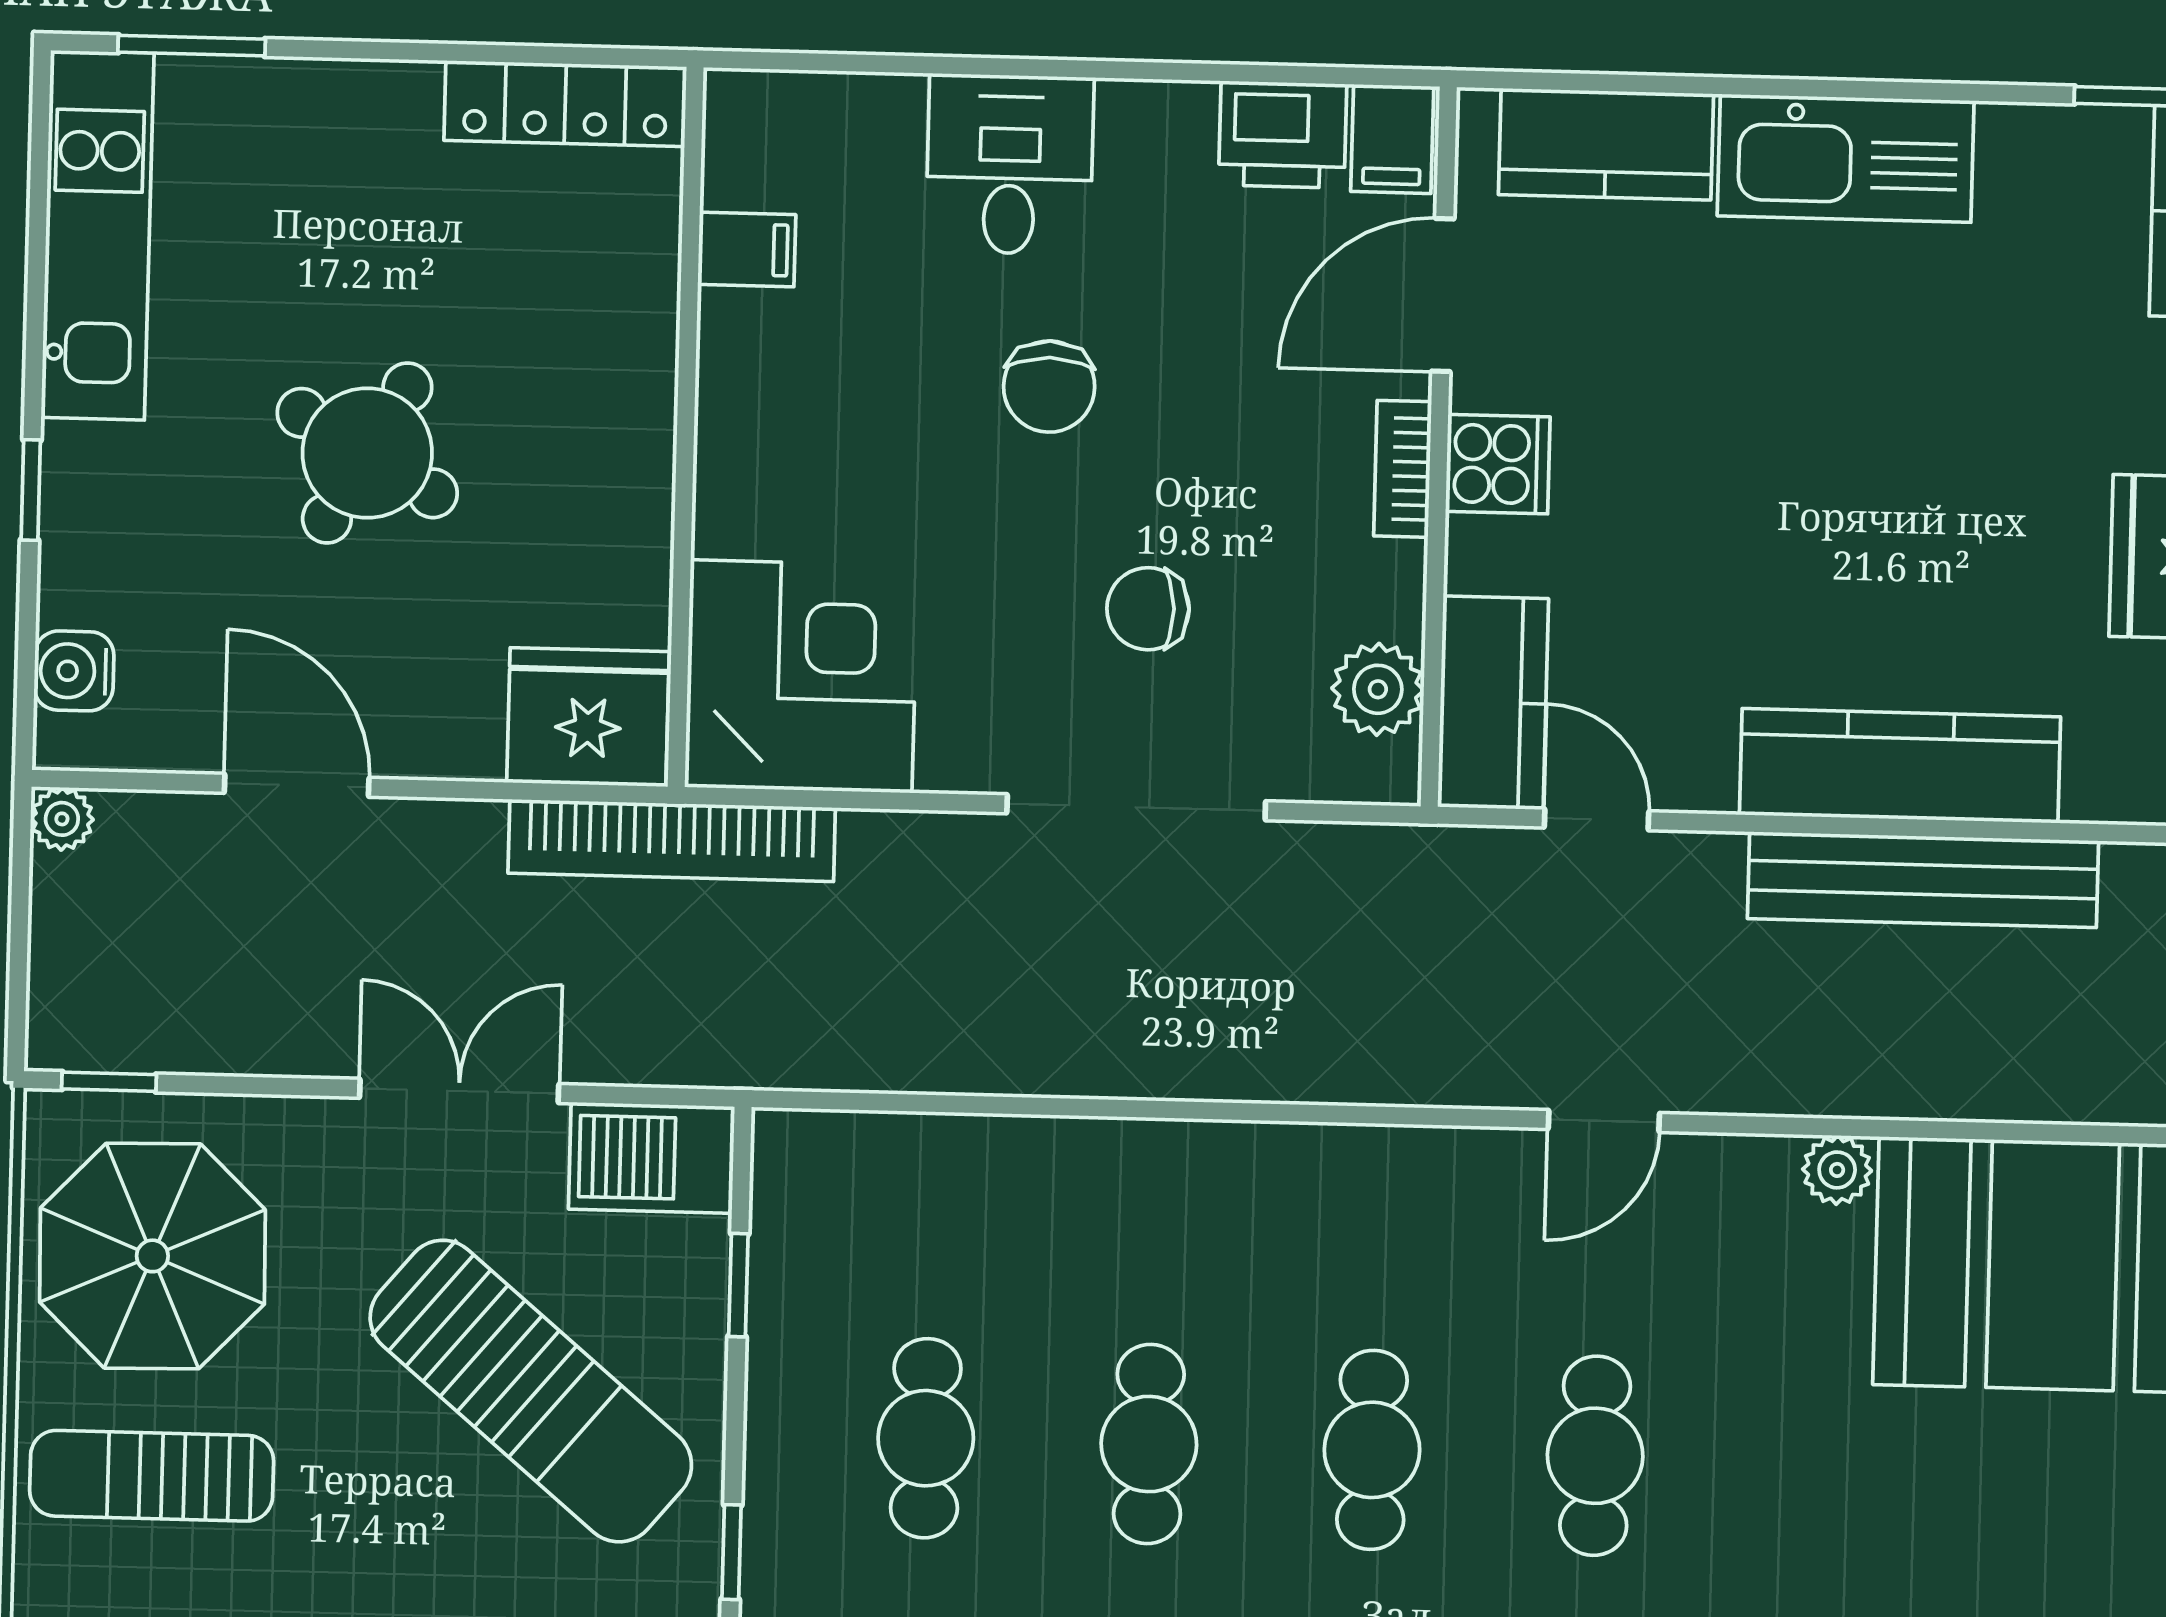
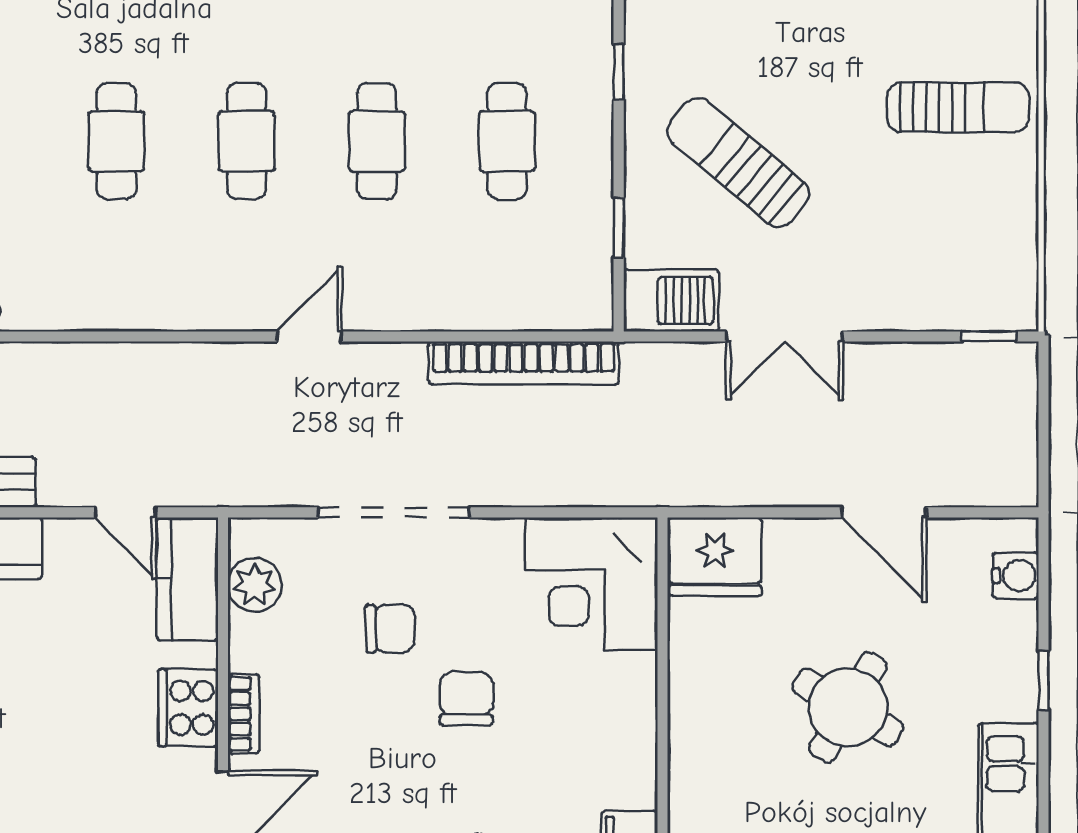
chair: (1049, 387) -> (466, 699), moved
cooker: (1498, 464) -> (188, 708), width x1.36
plant: (62, 819) -> (1020, 489), removed
bookcase: (672, 840) -> (524, 363), moved, turned 180
door: (1604, 1121) -> (309, 337), moved
parasol: (152, 1256) -> (961, 236), removed
sun lounger: (531, 1391) -> (738, 163), width x0.73, depth x0.75

